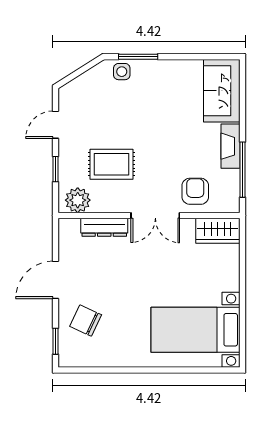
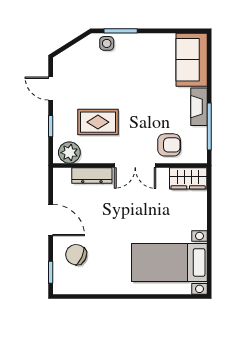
door: (56, 125) -> (51, 89), hinge flipped
armchair: (195, 191) -> (169, 145), turned 90
door: (56, 280) -> (51, 220), swing flipped

